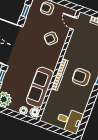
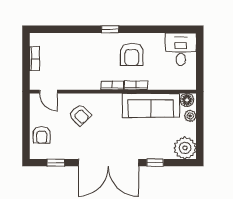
door: (74, 23) -> (48, 92), hinge flipped
armchair: (81, 77) -> (132, 54), moved

